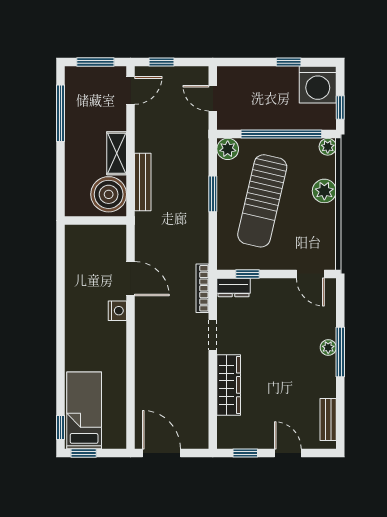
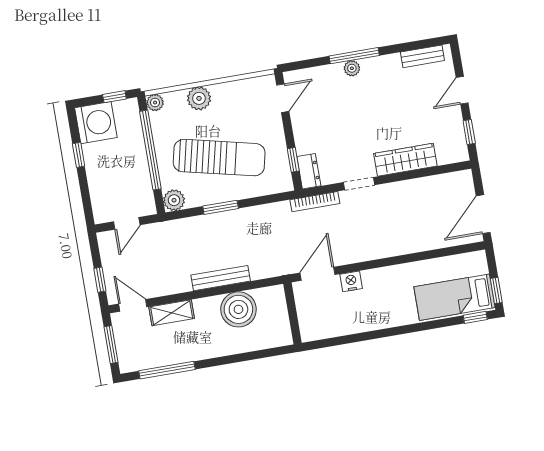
shelving: (117, 153) -> (172, 313), moved
wall: (96, 220) -> (293, 313), moved

